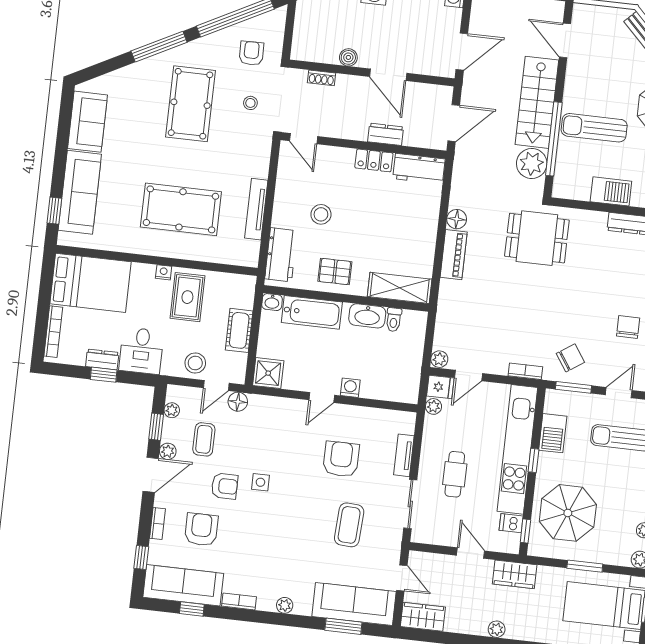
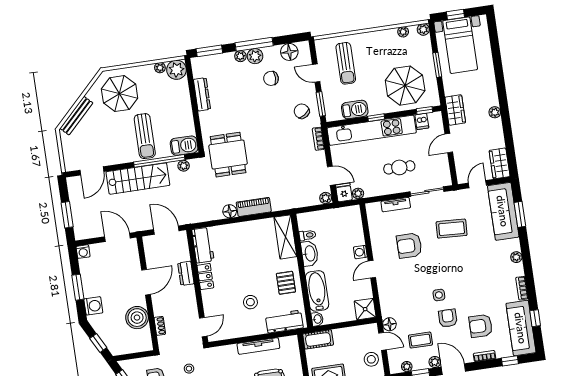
boiler: (348, 57) -> (137, 318), width x1.86, depth x1.86
plant: (532, 163) -> (184, 166), width x0.53, depth x0.53
barbecue: (611, 191) -> (184, 146), moved, turned 90
cot: (239, 330) -> (318, 339), moved
door: (322, 397) -> (372, 269), swing flipped

